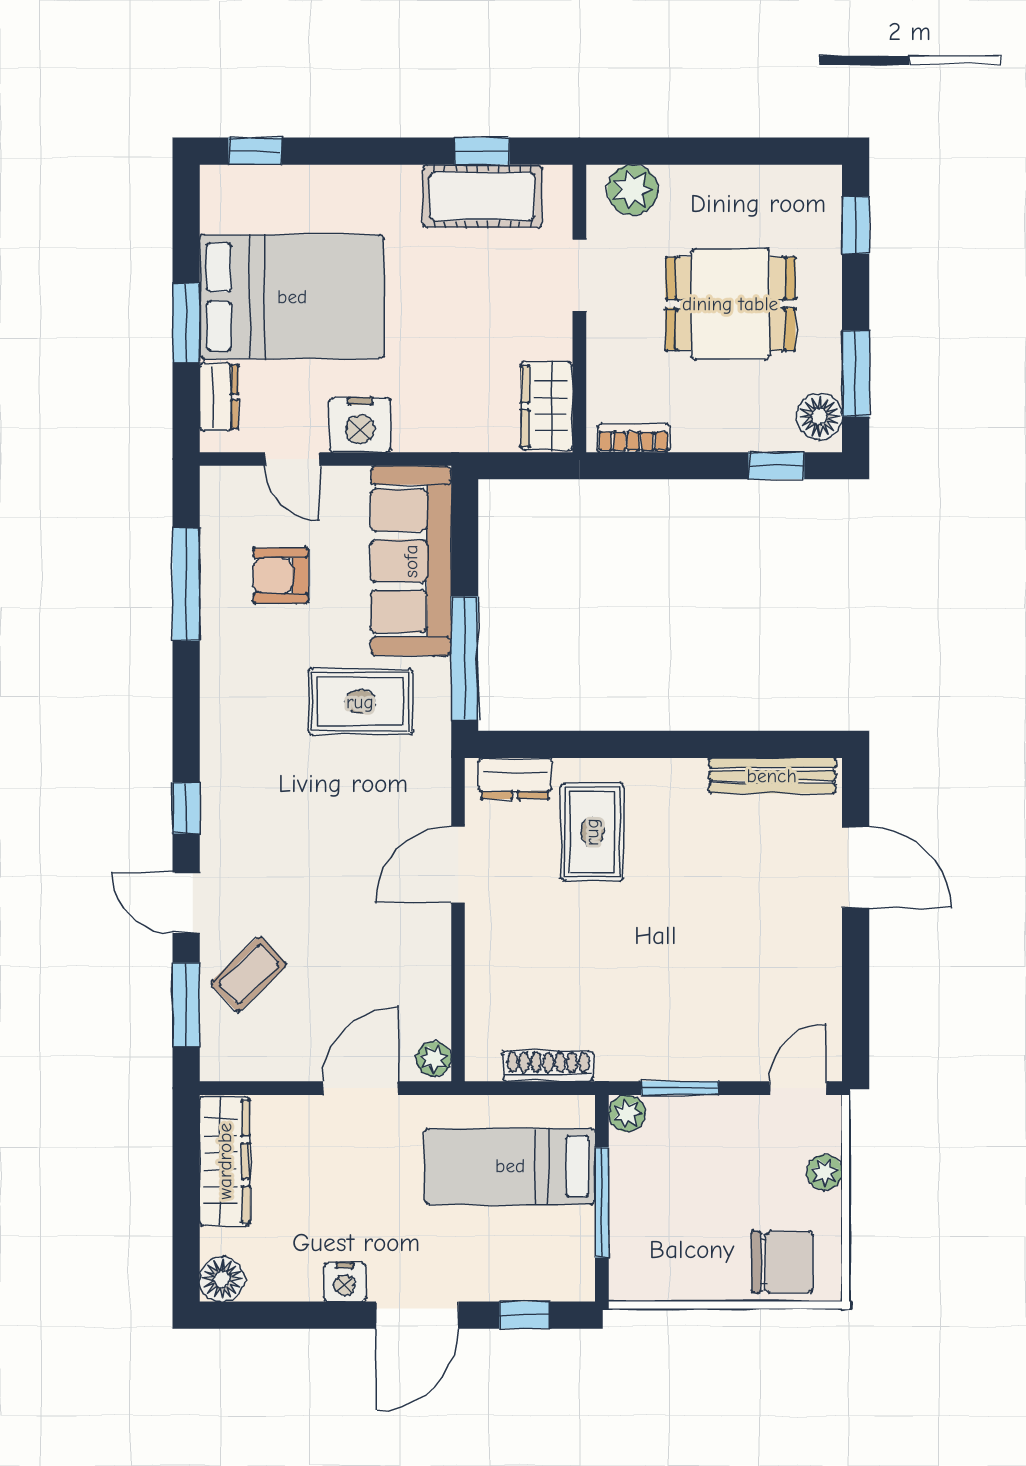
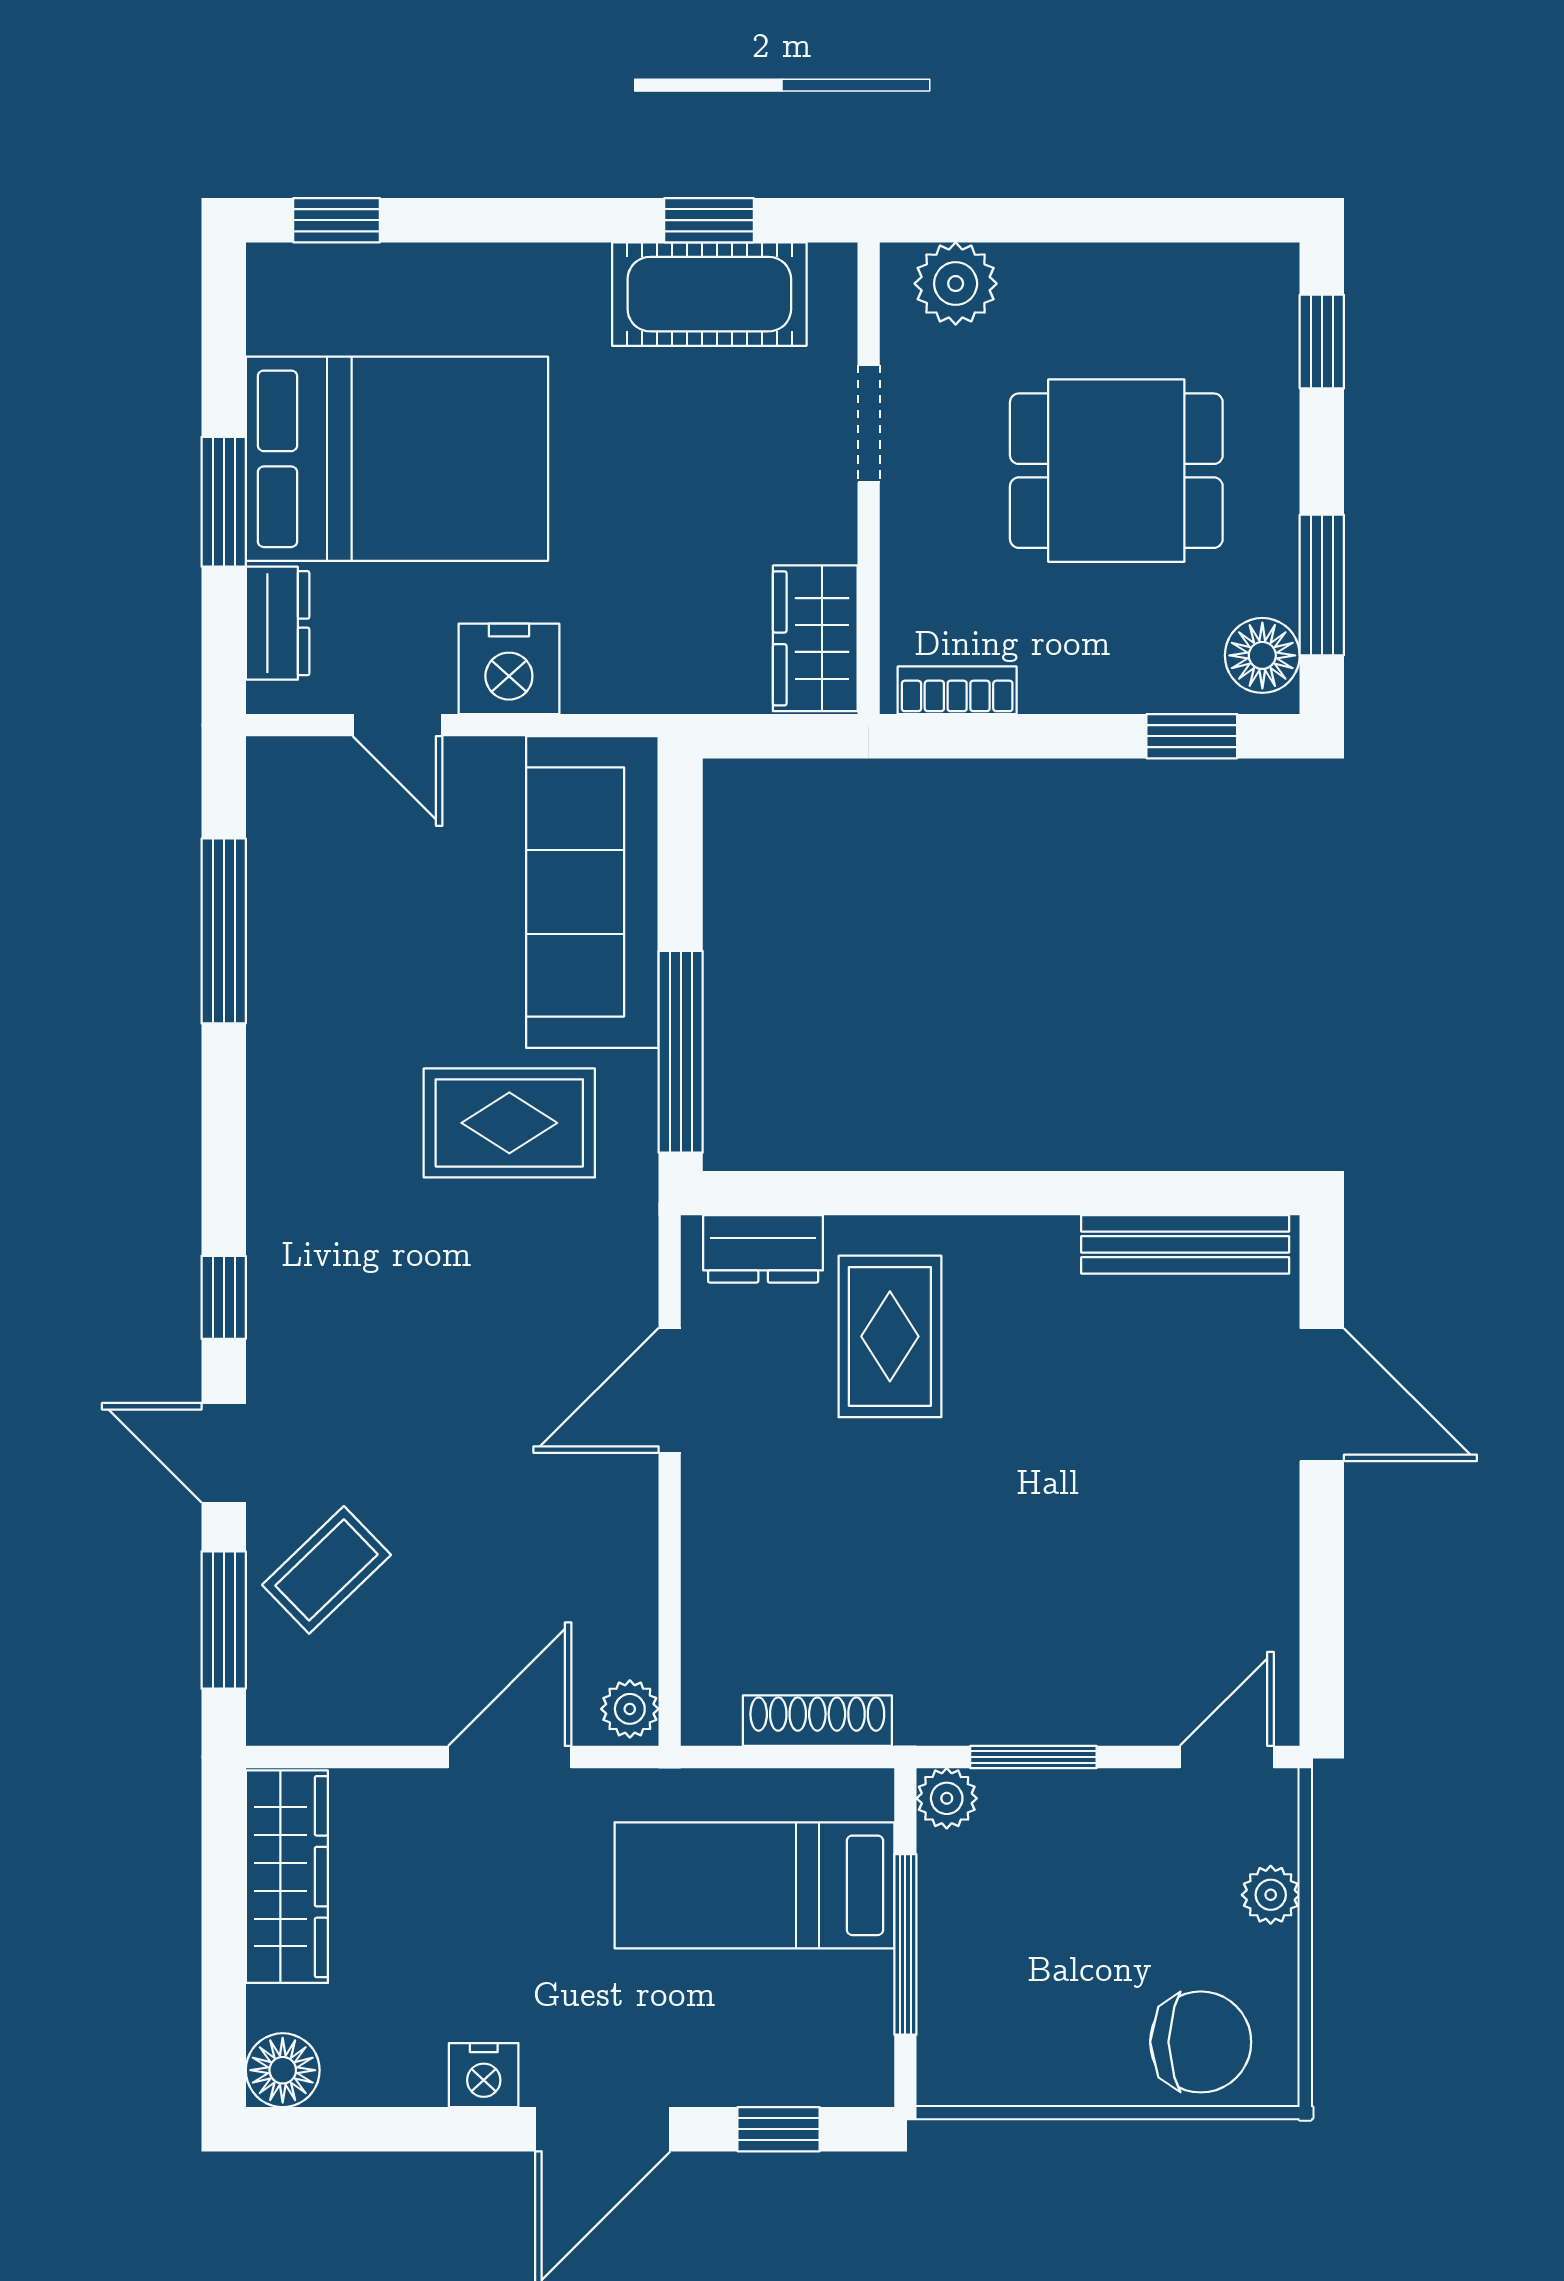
armchair: (281, 575) -> (378, 916), removed

